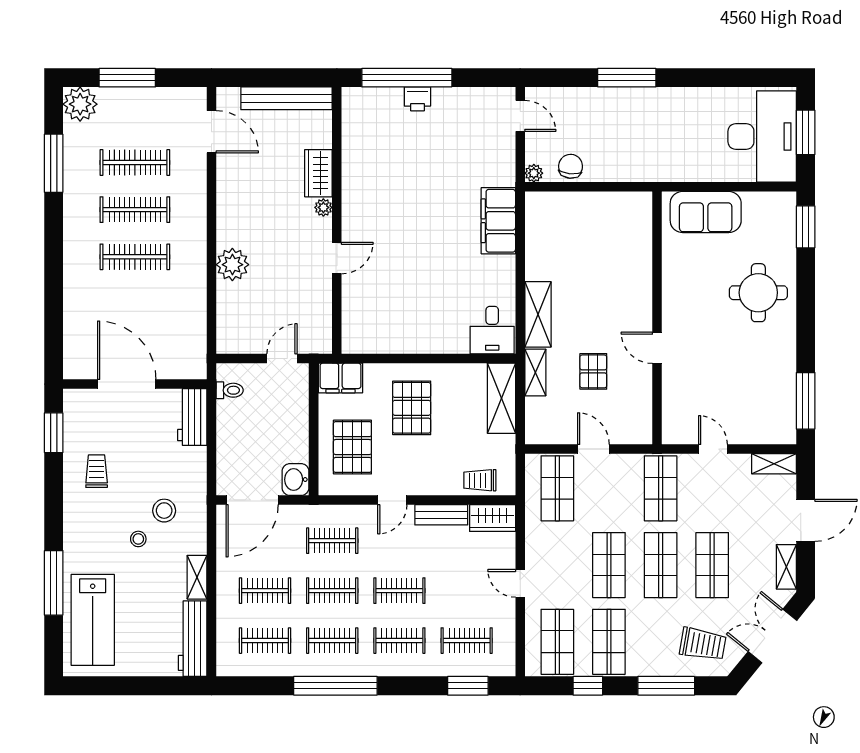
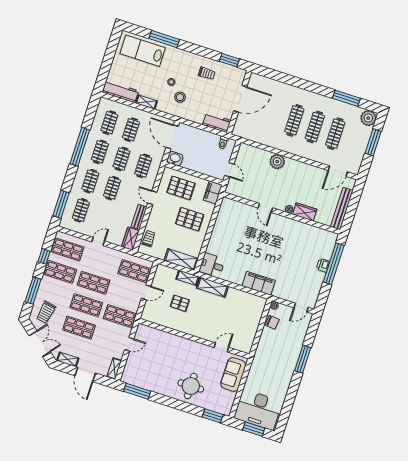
door: (657, 348) -> (221, 347), moved
window: (468, 686) -> (61, 204), width x1.44

